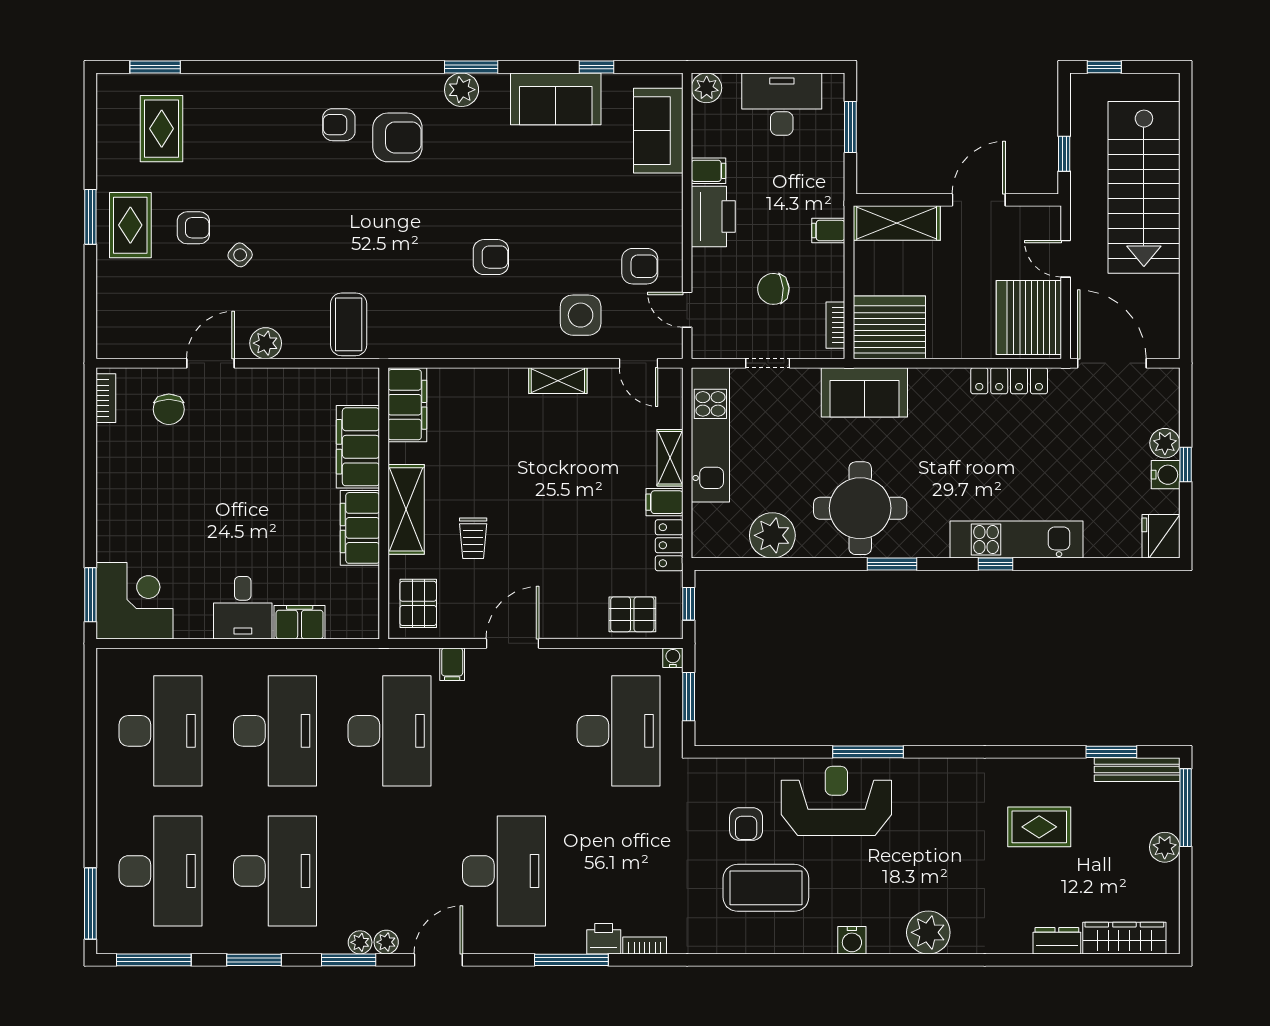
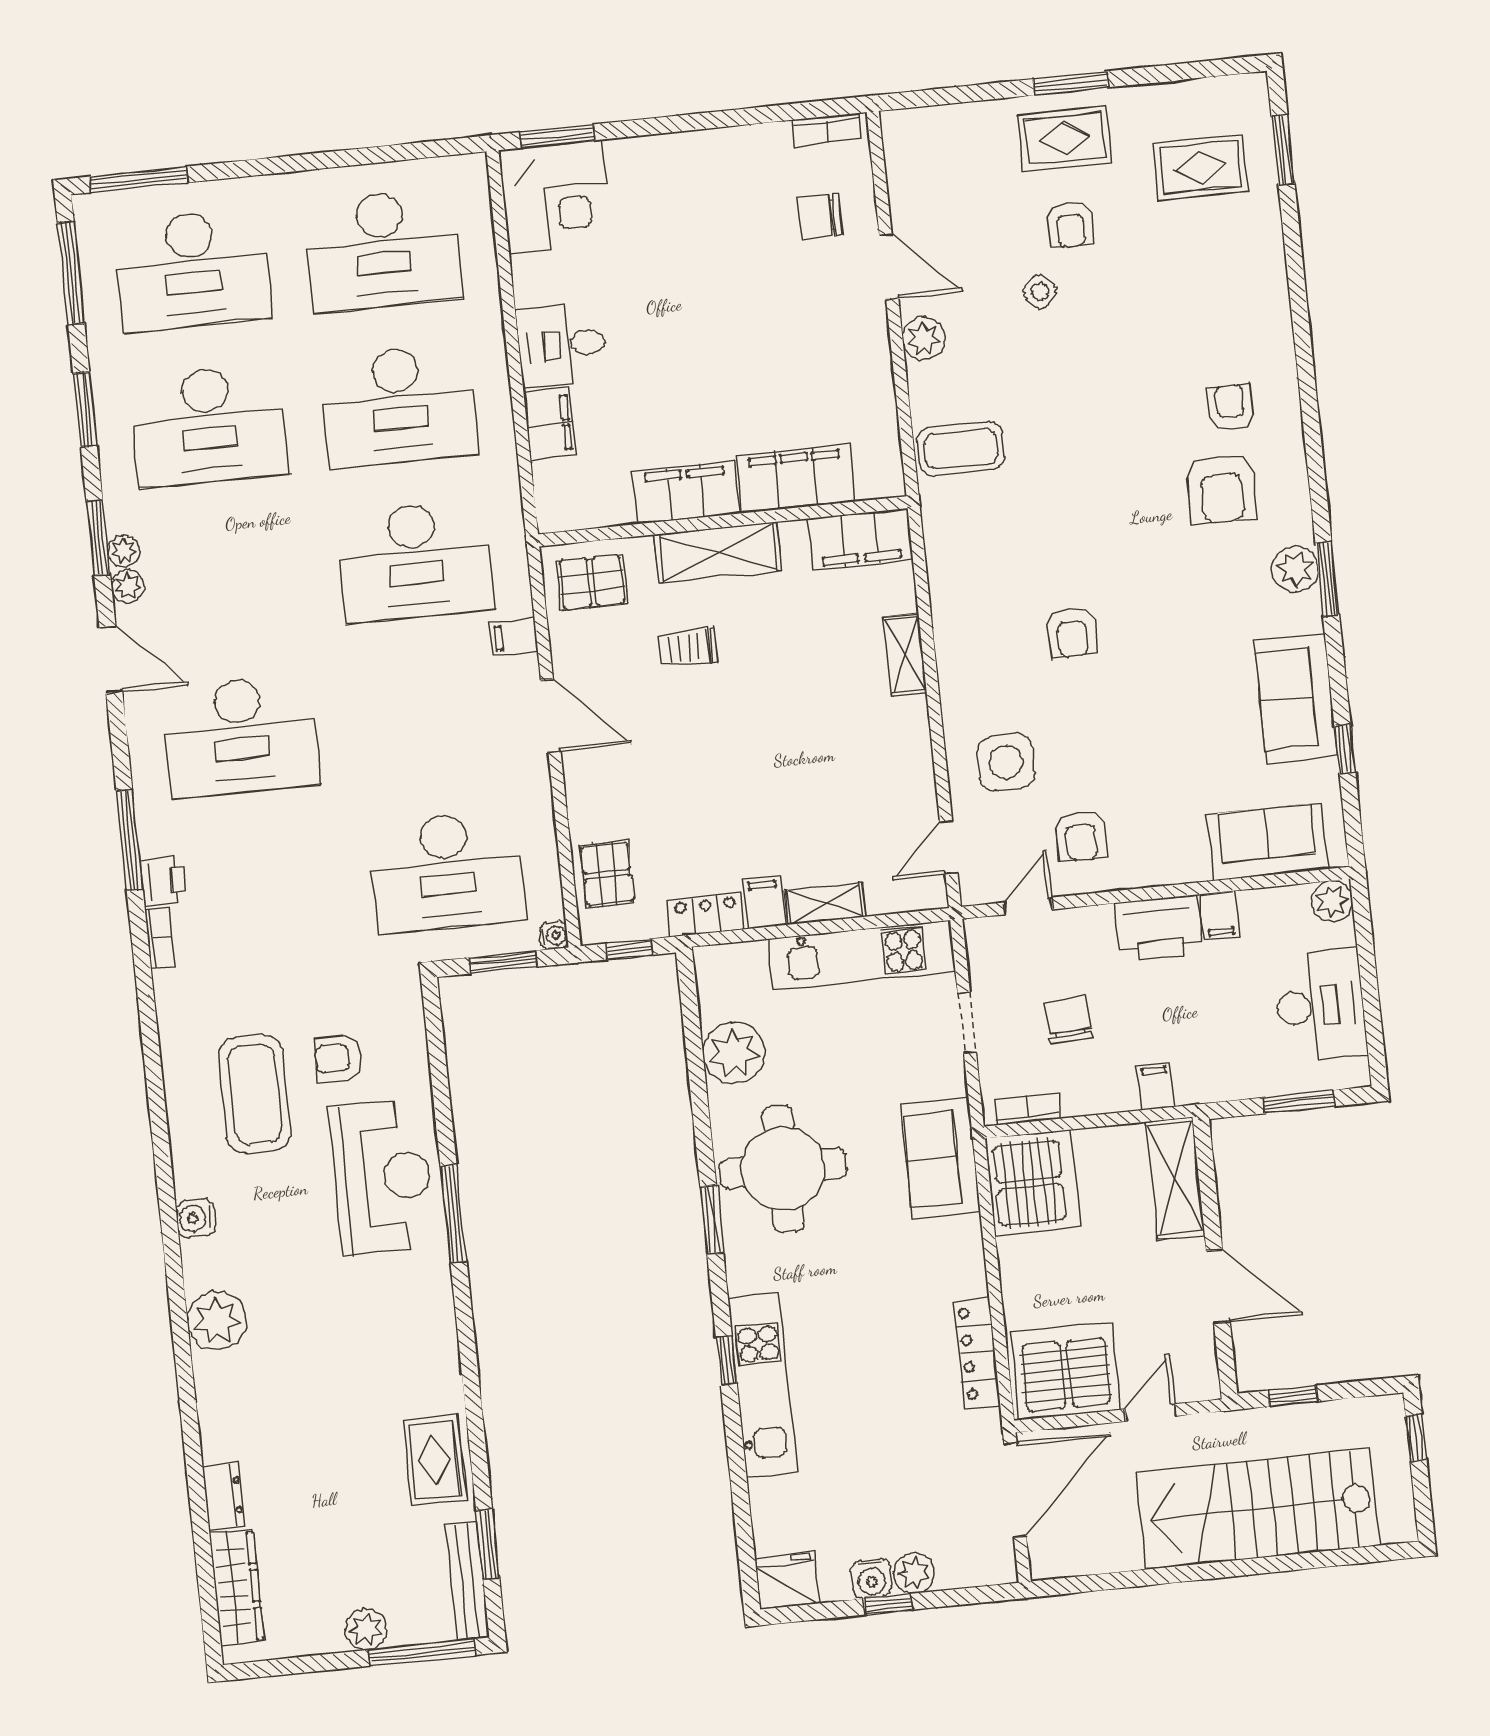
shelving: (558, 381) -> (905, 655), moved
rug: (1039, 827) -> (435, 1460), moved

